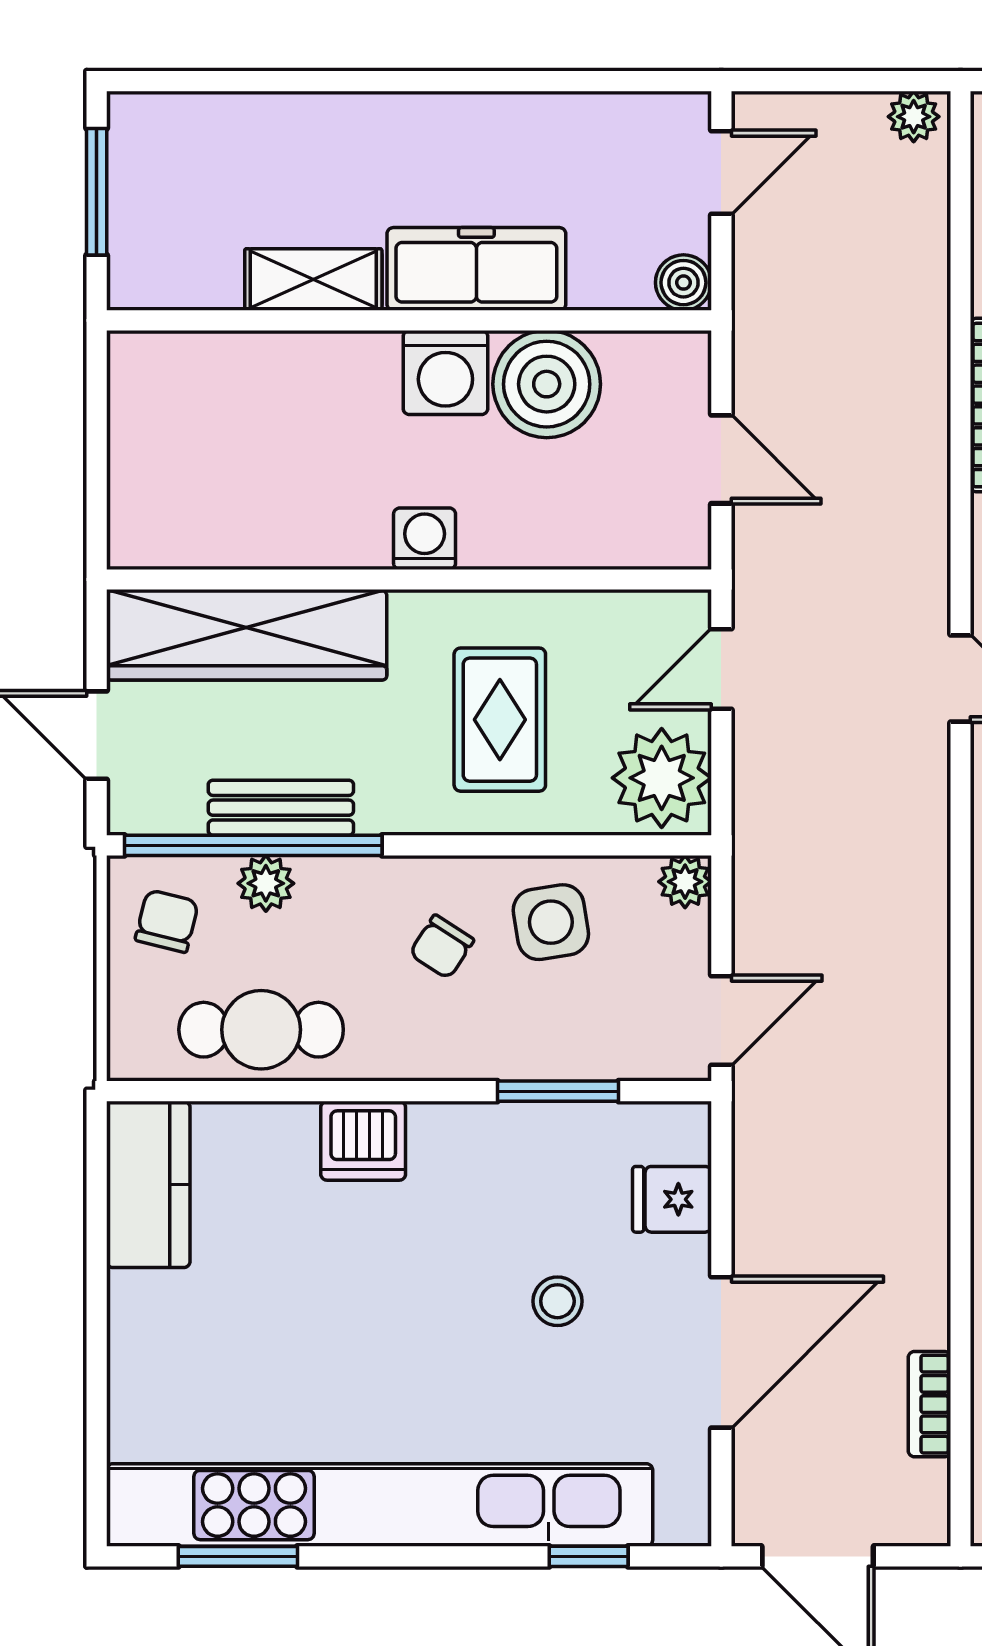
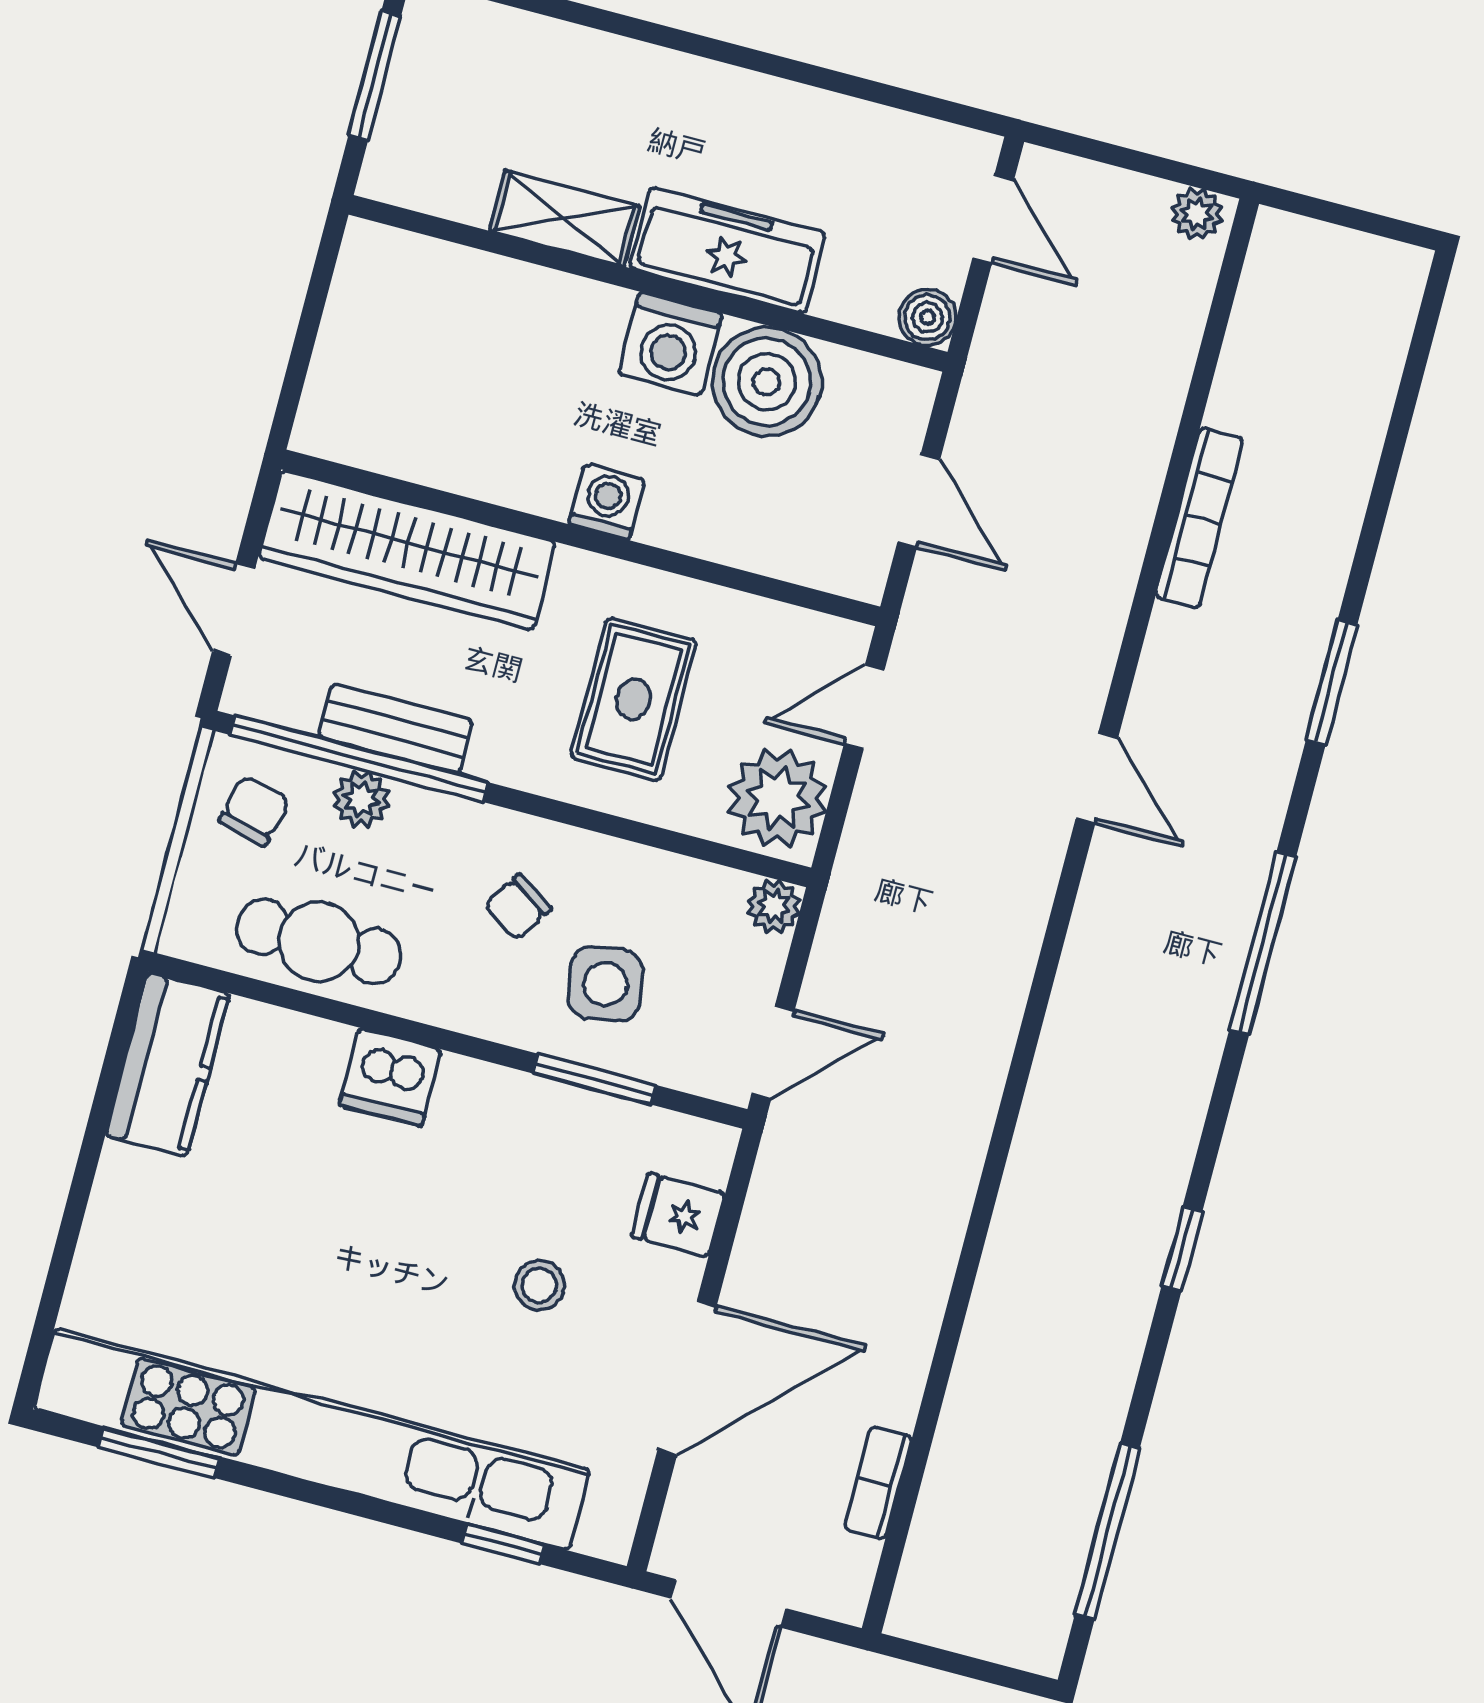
door: (721, 172) -> (993, 219), hinge flipped
side table: (551, 922) -> (605, 984), moved

